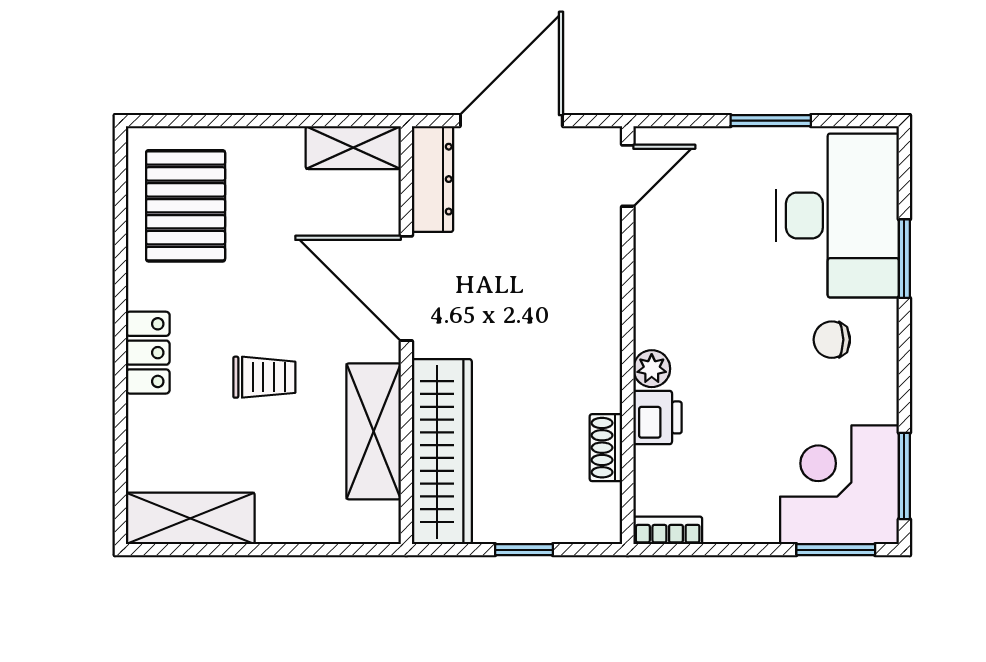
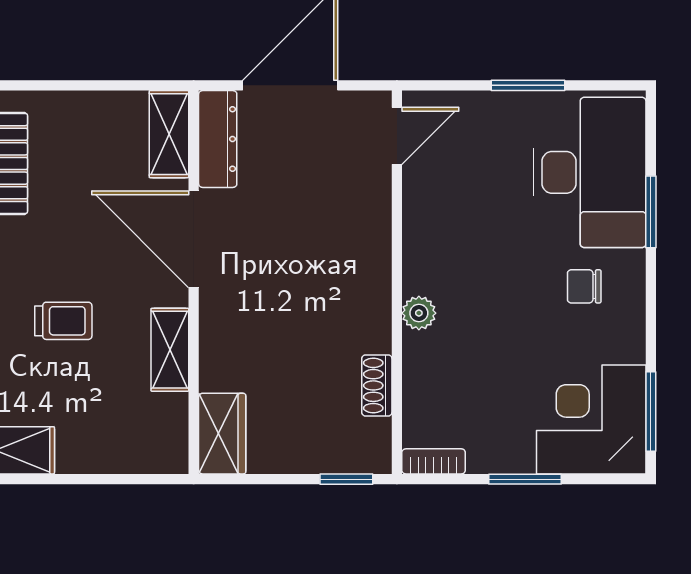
shelving: (353, 148) -> (169, 134), moved, turned 90
printer: (657, 417) -> (424, 358), removed
shelving: (374, 431) -> (170, 350), width x0.67, depth x0.75
wardrobe: (442, 452) -> (222, 434), width x0.48, depth x0.85
window: (524, 550) -> (346, 479), moved
window: (836, 550) -> (525, 479), moved

